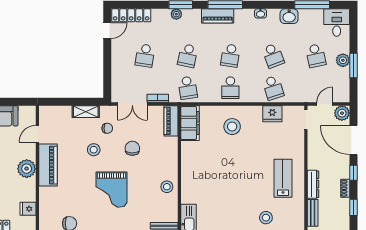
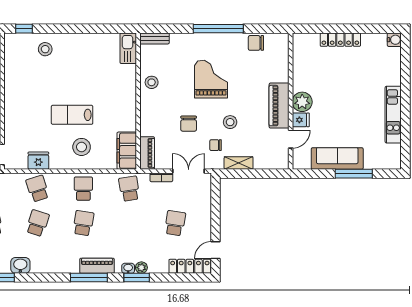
washbasin: (261, 13) -> (128, 268), moved
school desk: (188, 56) -> (129, 223), removed
school desk: (273, 56) -> (38, 223), turned 39
lab bench: (283, 178) -> (72, 115), moved, turned 90
fridge: (28, 209) -> (301, 120), moved

